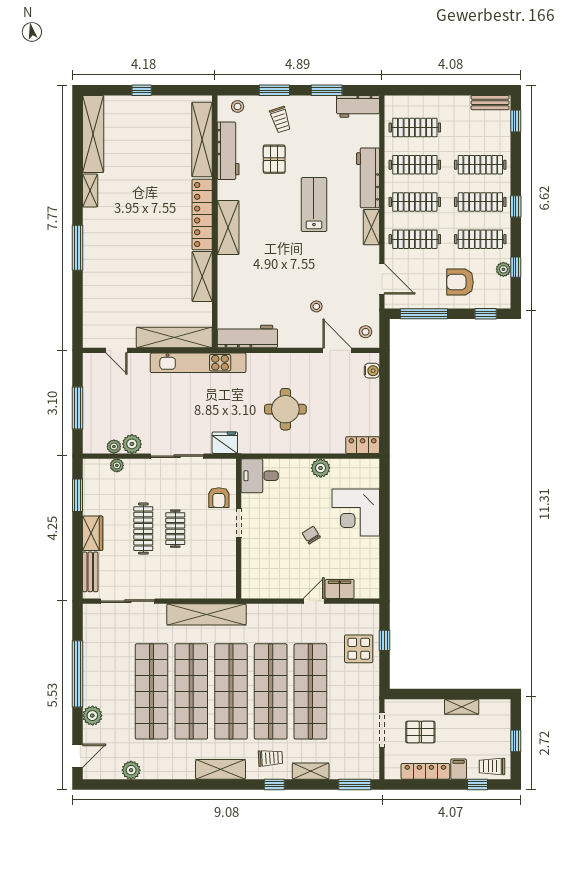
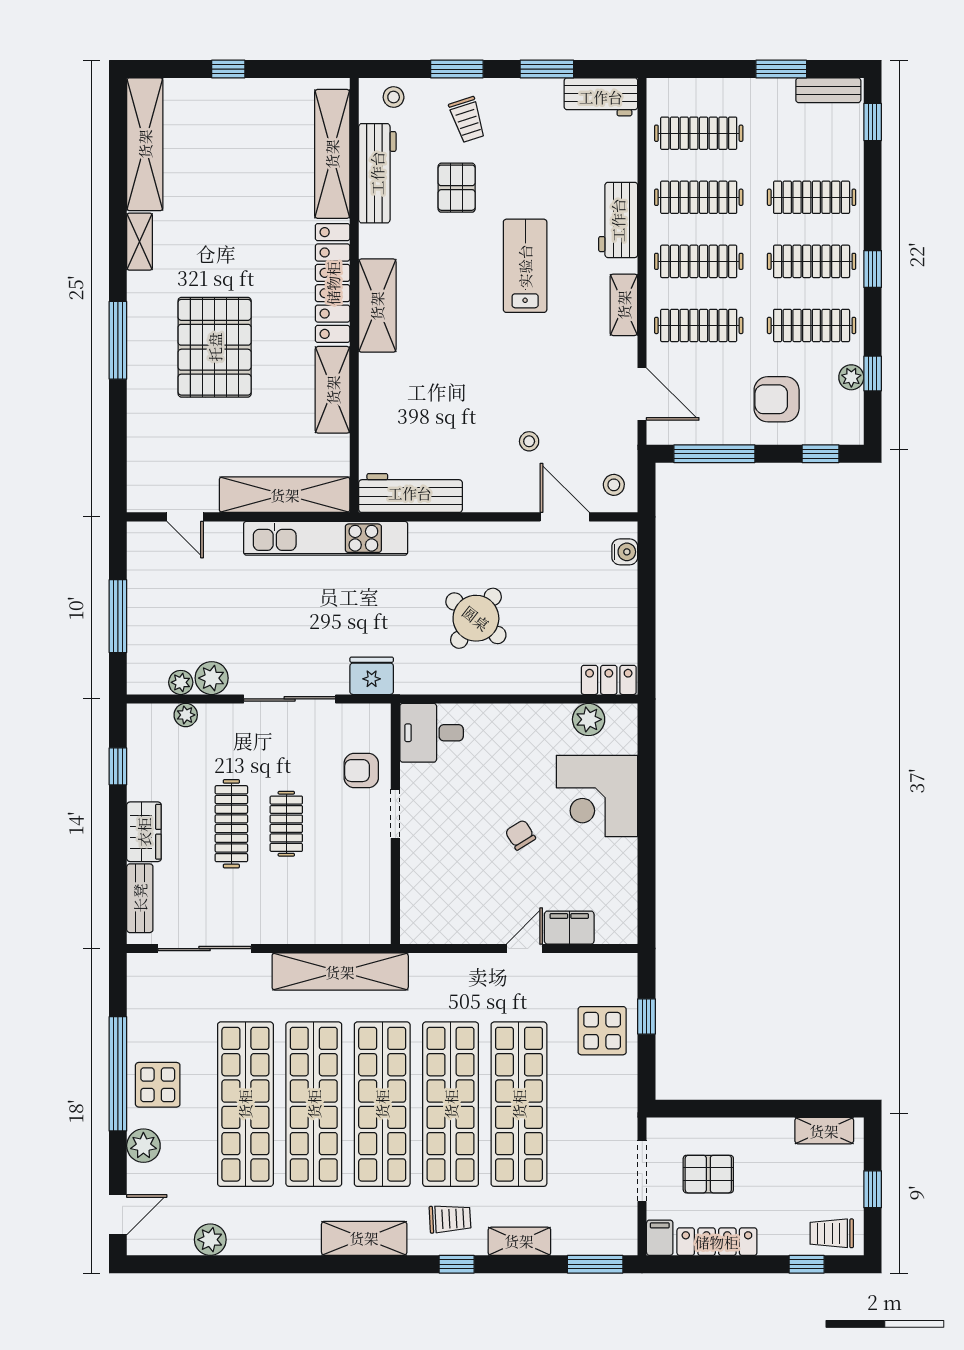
window: (463, 90) -> (781, 69), added
workbench: (368, 178) -> (618, 220), width x0.73
pallet: (134, 252) -> (215, 347), added
round table: (285, 409) -> (476, 618), turned 38
plant: (321, 468) -> (589, 719), moved
window: (77, 495) -> (118, 766), width x0.67
armchair: (219, 498) -> (361, 771), turned 90
display table: (101, 680) -> (158, 1085), added
shelving: (462, 707) -> (824, 1131), moved
filing cabinet: (459, 769) -> (660, 1238), moved

